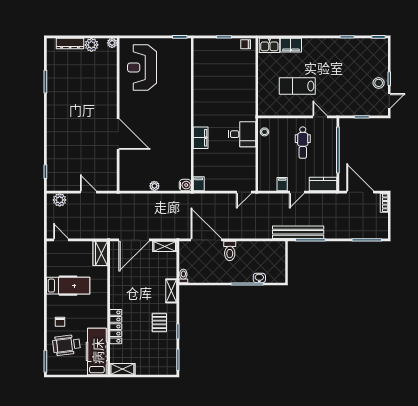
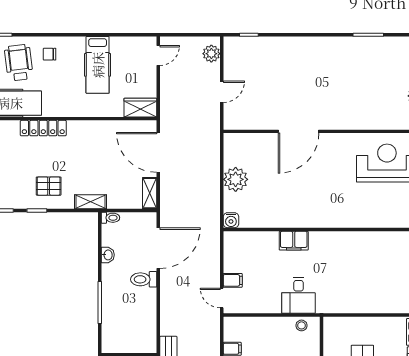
filing cabinet: (199, 184) -> (233, 280), moved
plant: (154, 186) -> (236, 179), width x1.87, depth x1.87
washbasin: (259, 278) -> (108, 255), moved

